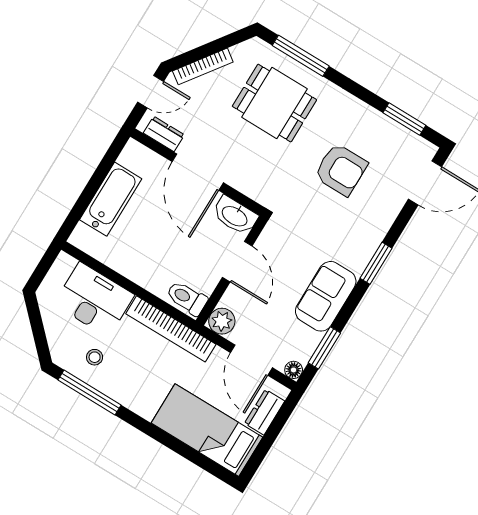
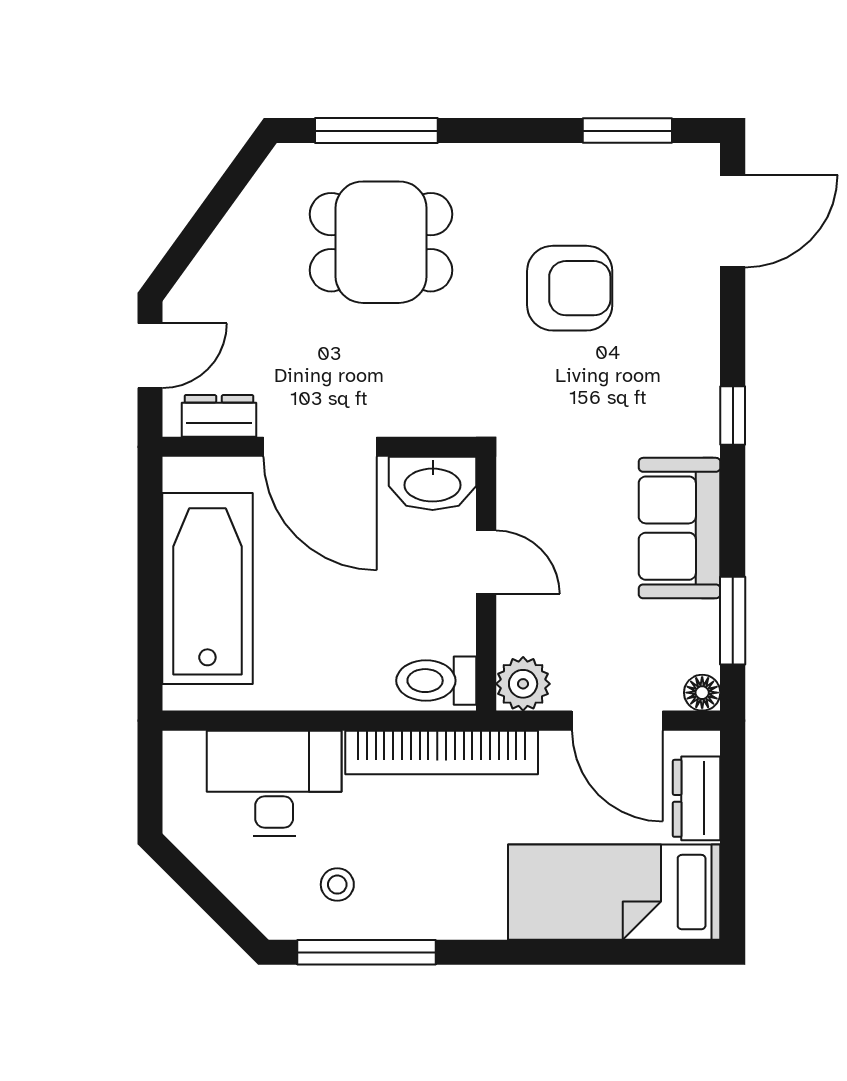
bookcase: (203, 66) -> (215, 255), removed
bathtub: (111, 199) -> (207, 588), width x1.36, depth x1.36
door: (237, 262) -> (486, 562), width x0.73
window: (376, 263) -> (733, 415), width x0.67

